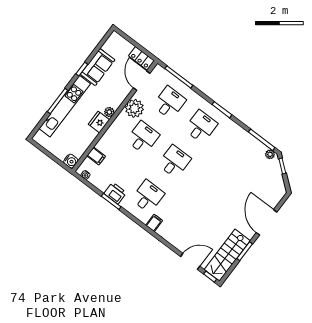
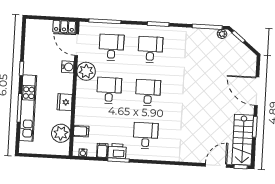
sofa: (98, 67) -> (33, 58), removed
plant: (109, 112) -> (61, 133), moved, width x1.88, depth x1.88
water cooler: (71, 161) -> (68, 67), moved
filing cabinet: (154, 223) -> (102, 150), moved

